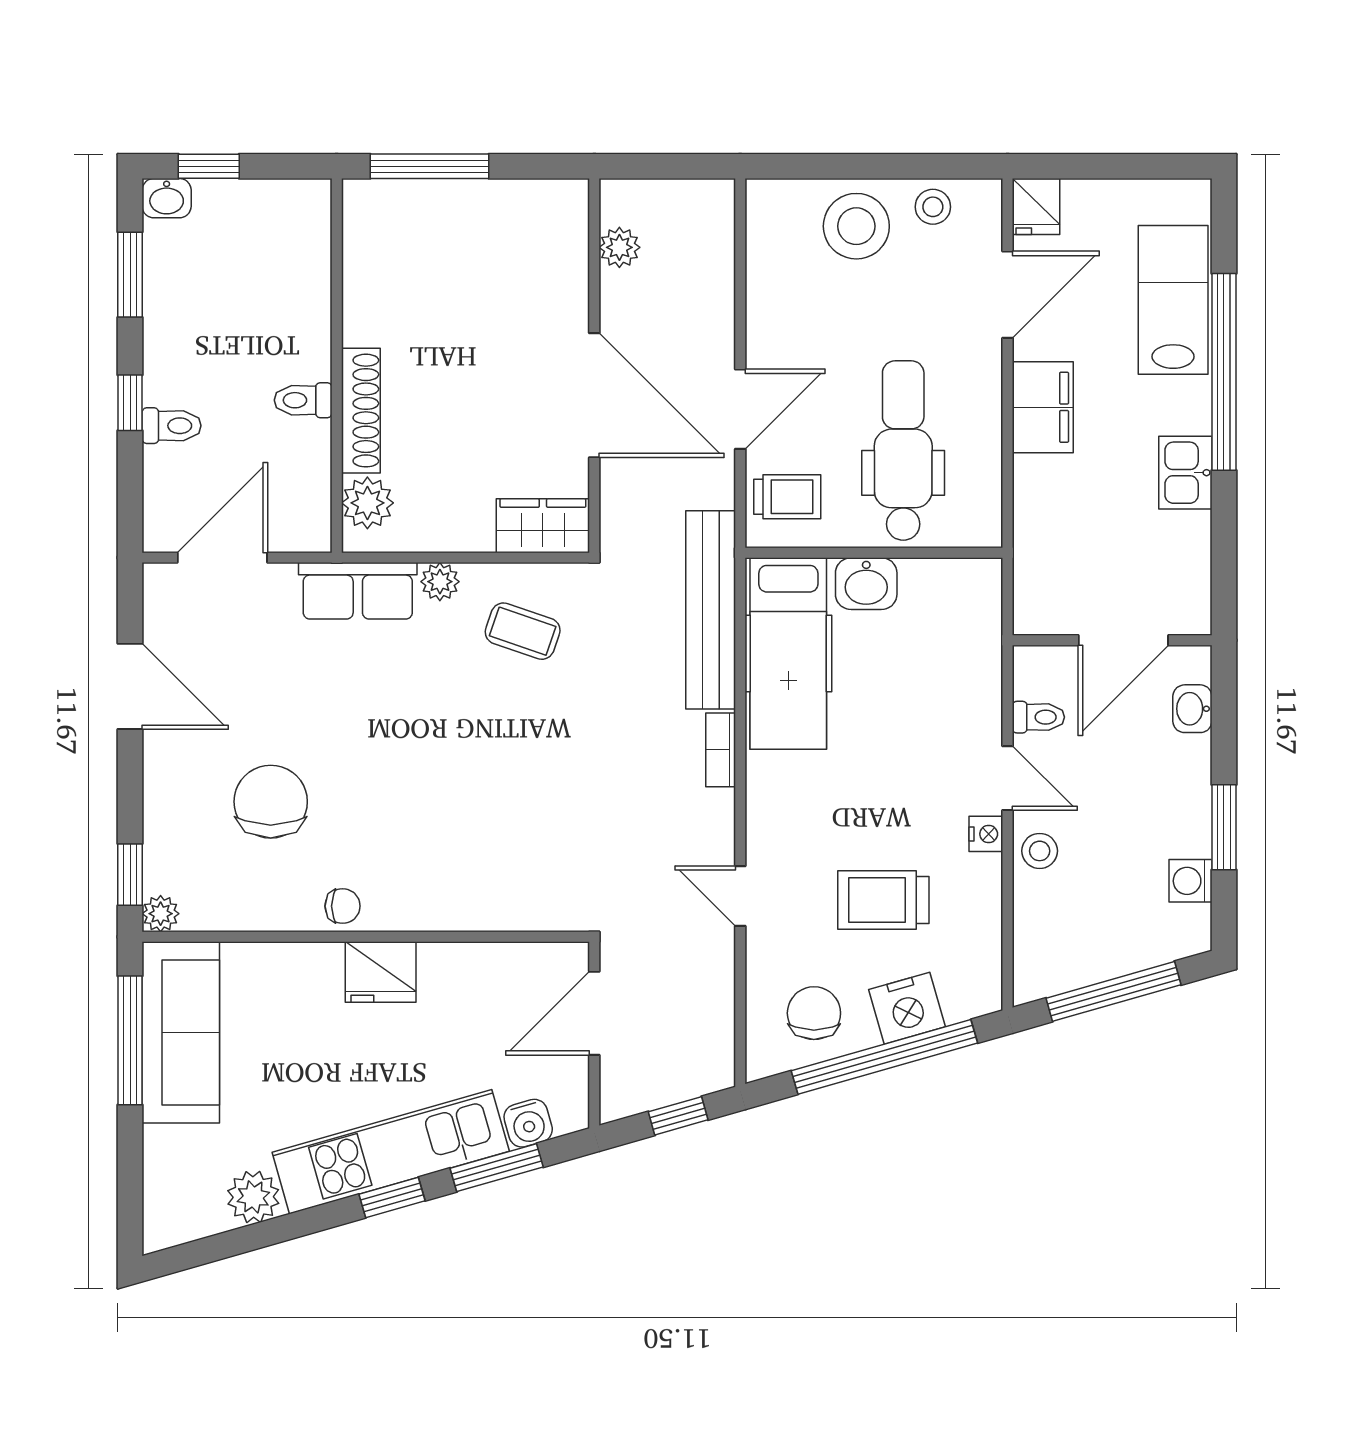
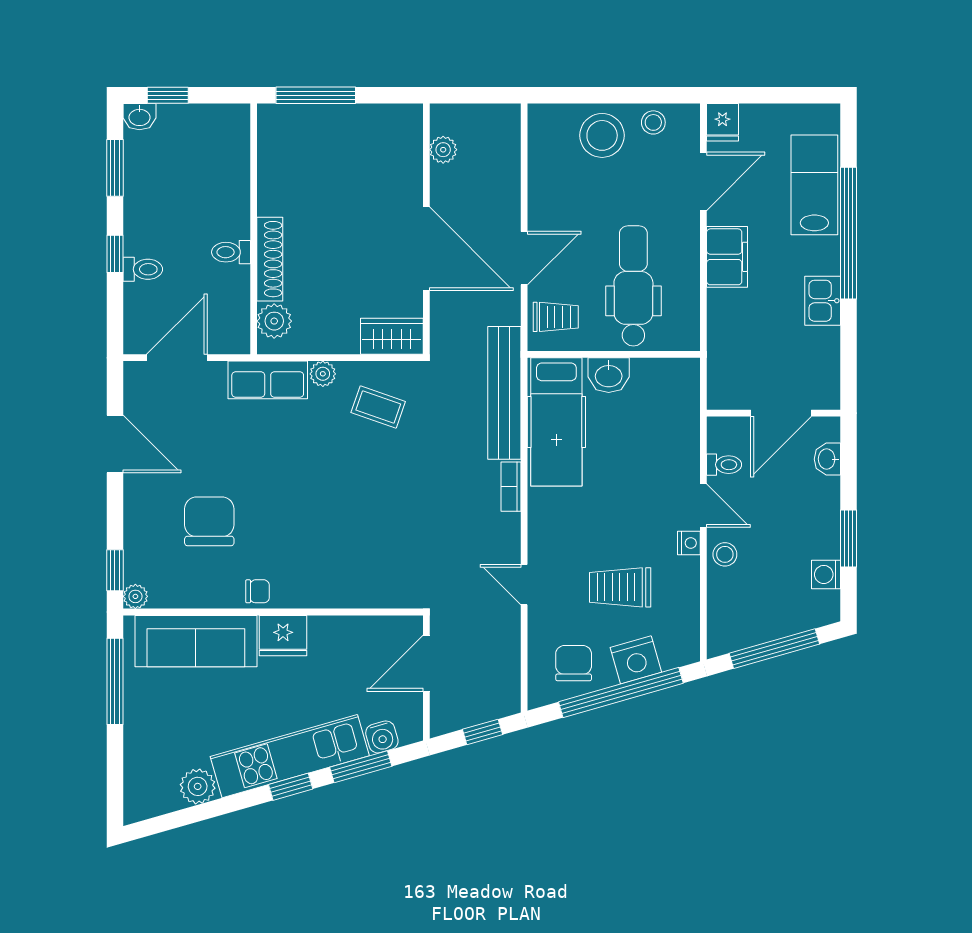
sofa: (181, 1032) -> (196, 641), moved, turned 90

